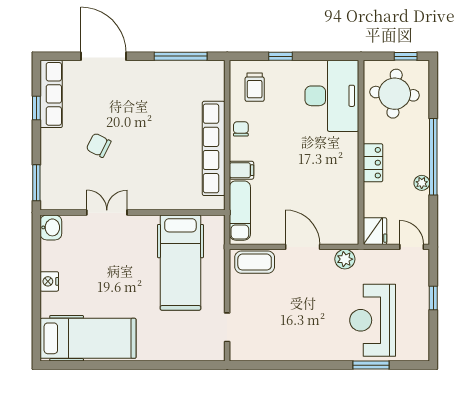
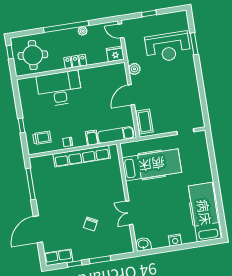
row of seats: (51, 94) -> (58, 257), width x0.68
desk: (332, 96) -> (59, 89), moved
window: (36, 183) -> (100, 260), moved
door: (412, 247) -> (121, 31), hinge flipped

